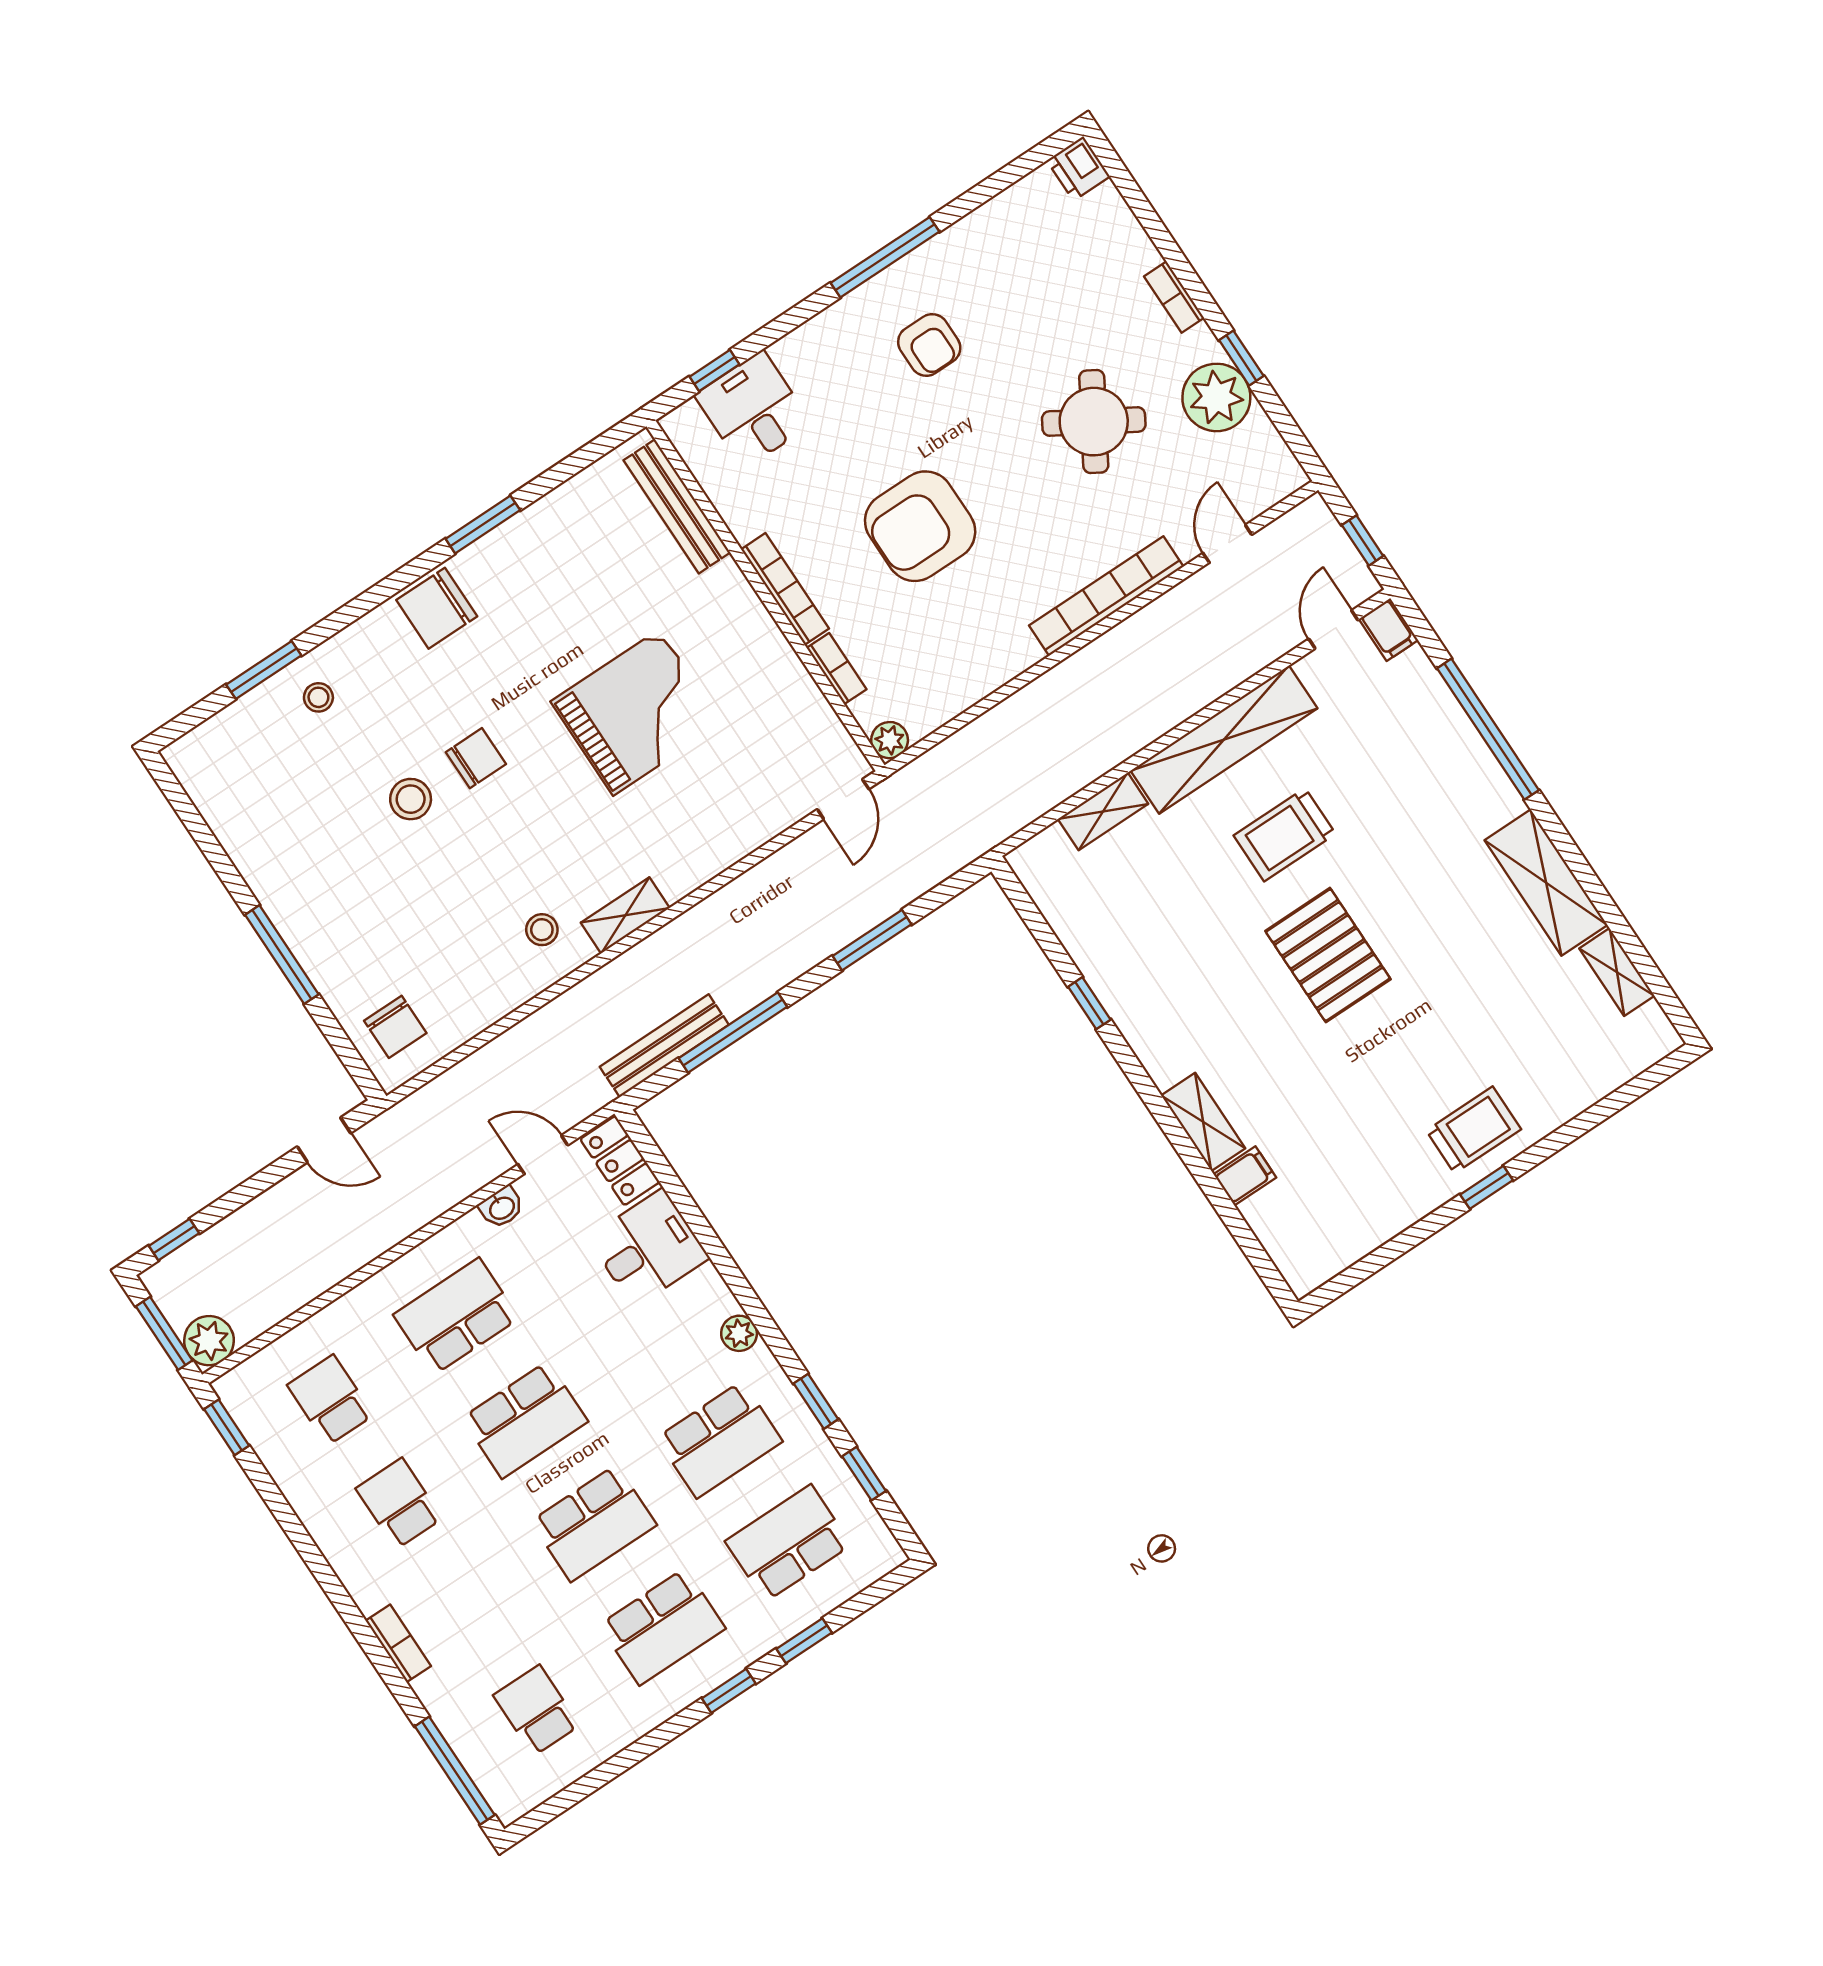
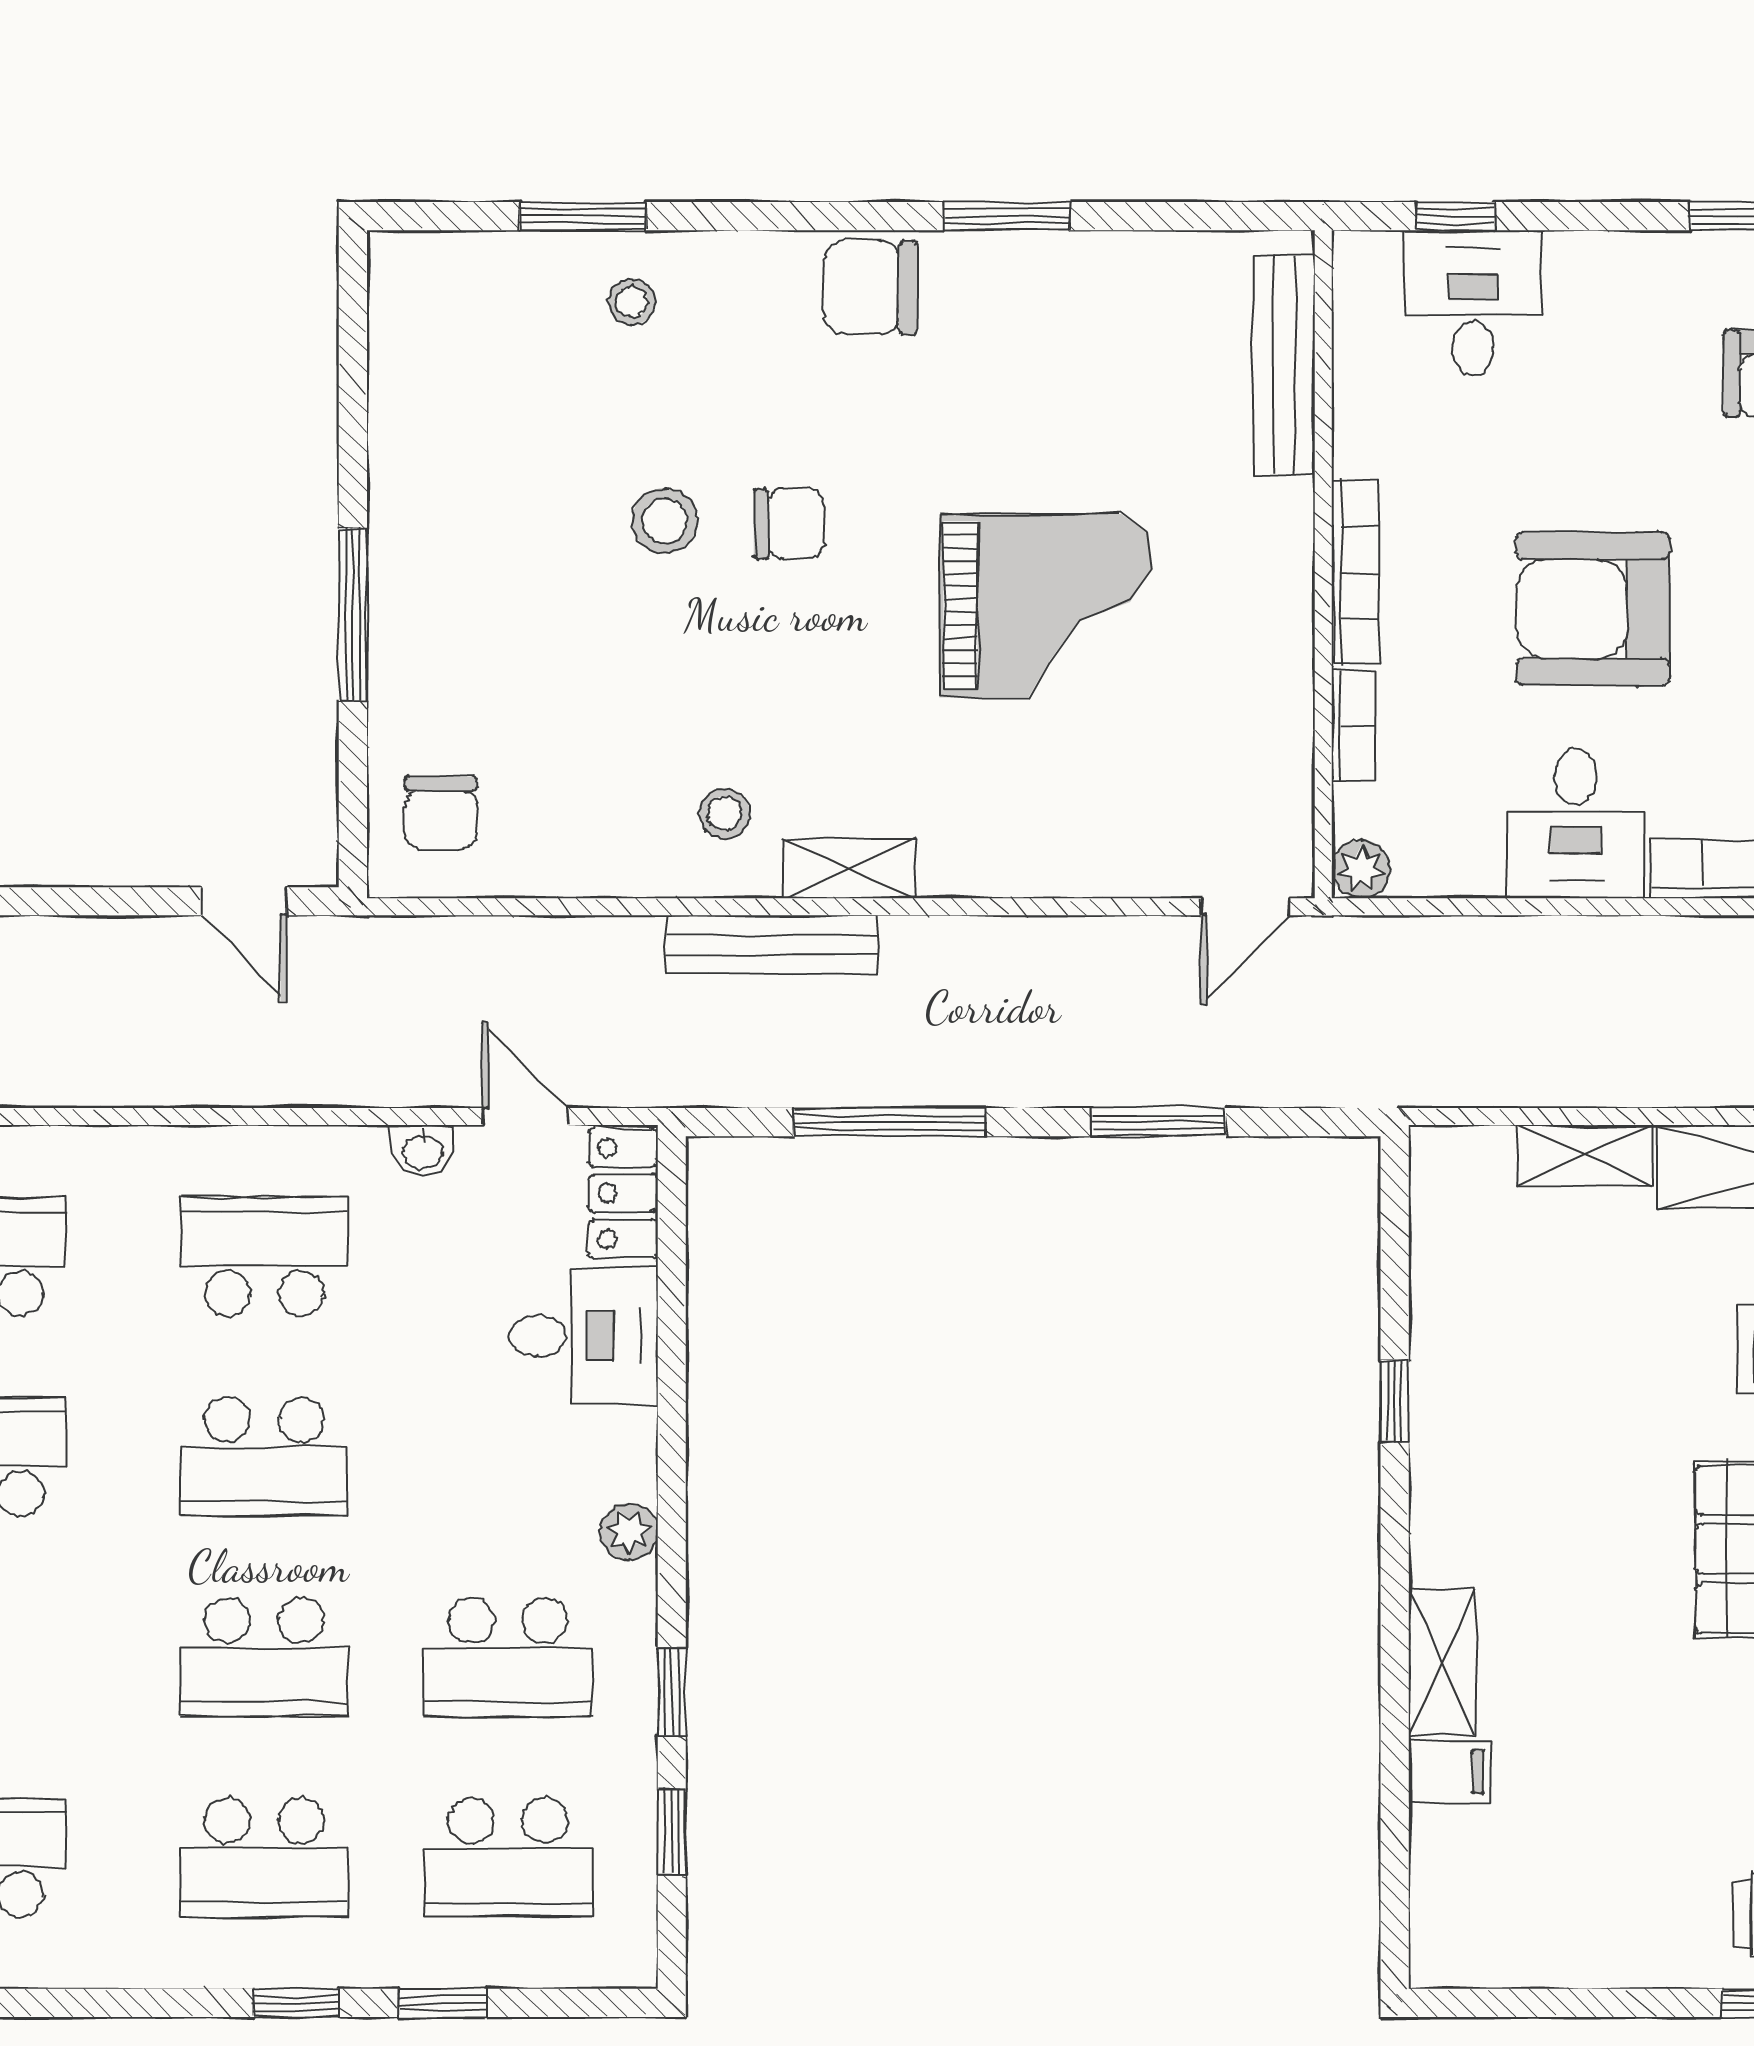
desk: (985, 643) -> (1575, 824), added
bench: (664, 1046) -> (772, 945), moved
school desk: (788, 1543) -> (508, 1857), turned 180

